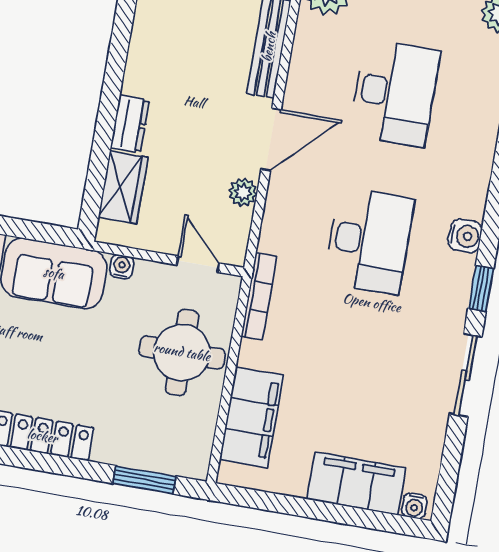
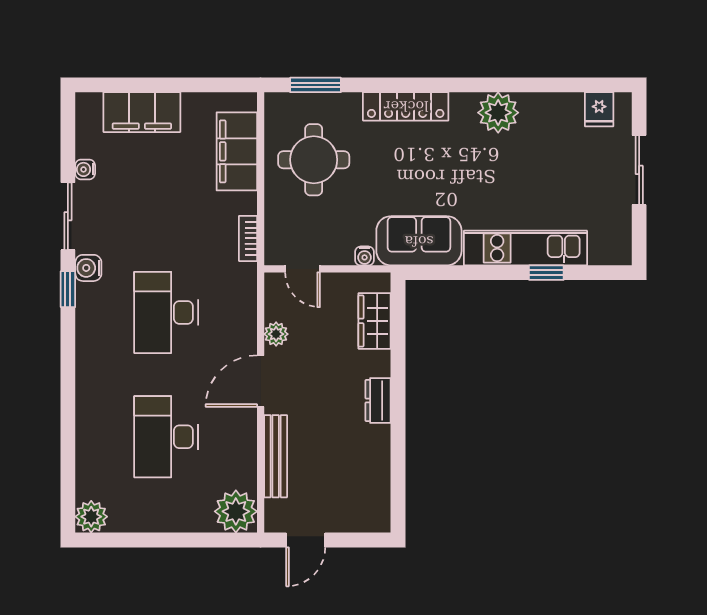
dresser: (130, 124) -> (378, 400), moved
water cooler: (465, 236) -> (88, 268), moved
bookcase: (259, 296) -> (248, 238), width x0.64
round table: (182, 352) -> (314, 160), moved
water cooler: (414, 506) -> (85, 169), moved, turned -90

